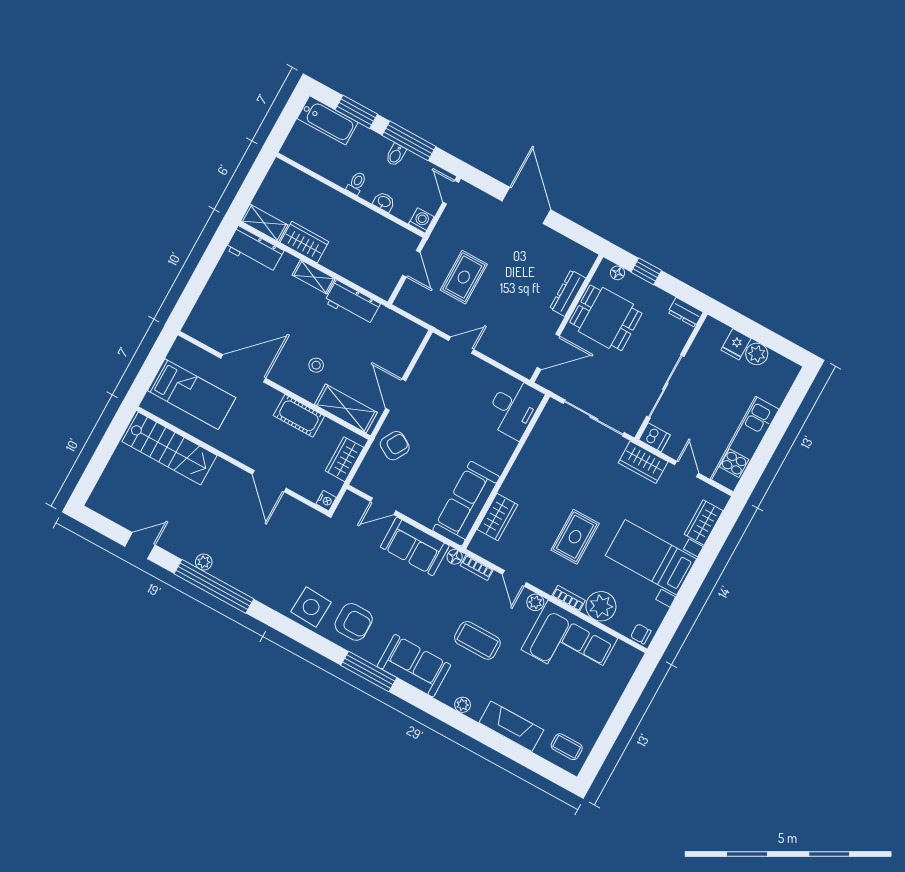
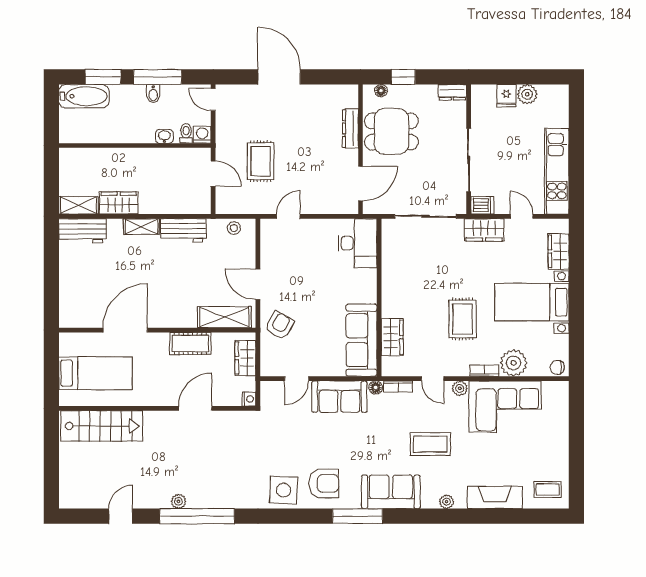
toilet: (357, 183) -> (186, 133), moved
stool: (316, 365) -> (234, 228), moved
door: (269, 481) -> (195, 408), swing flipped

